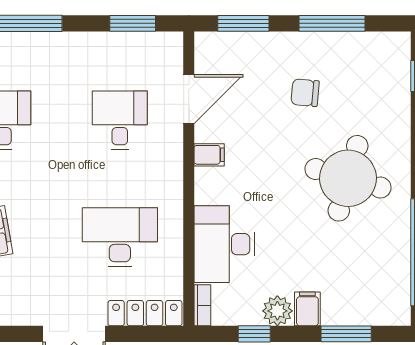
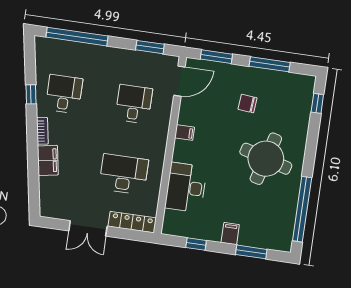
door: (189, 99) -> (179, 81), moved
bookcase: (202, 305) -> (167, 222), removed
plant: (277, 311) -> (212, 232), removed

